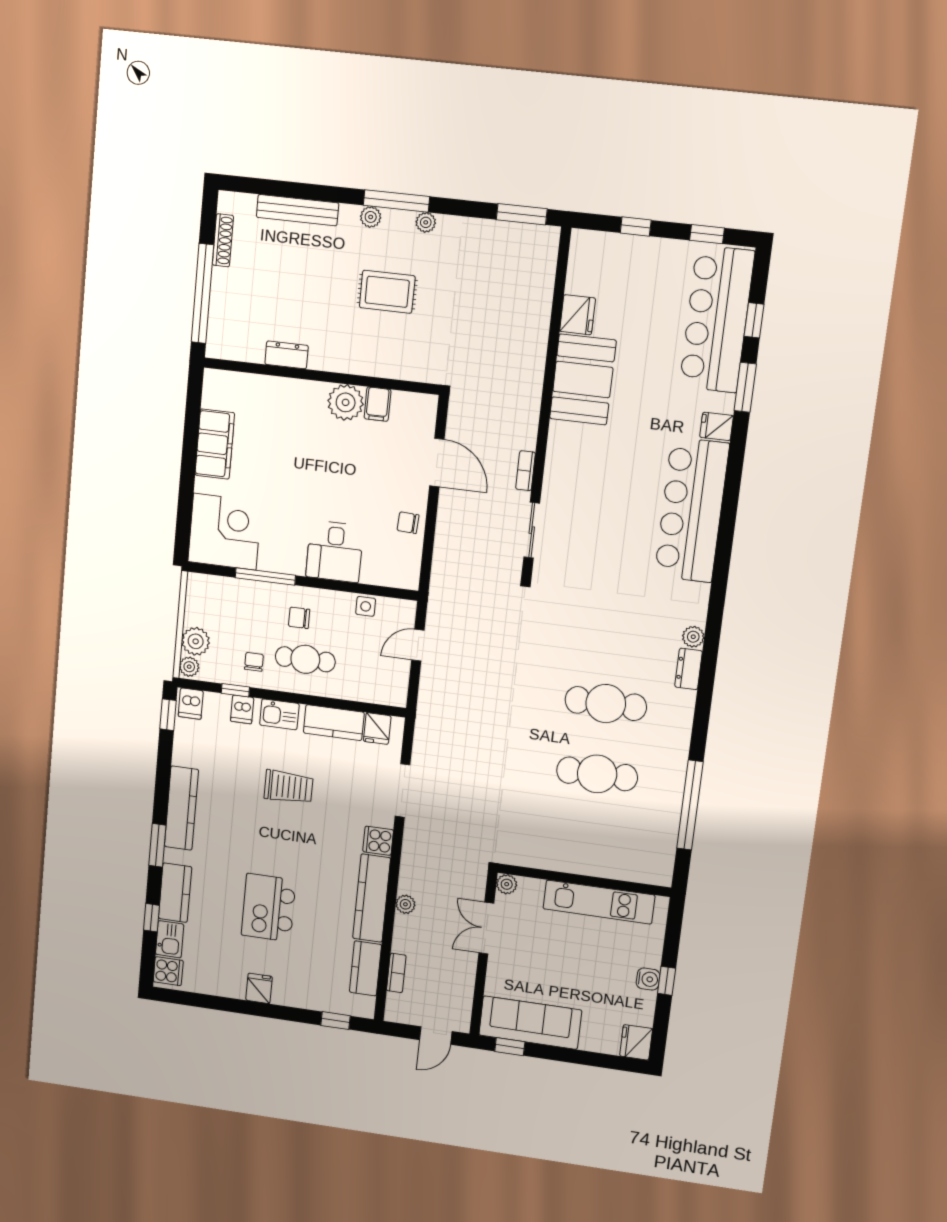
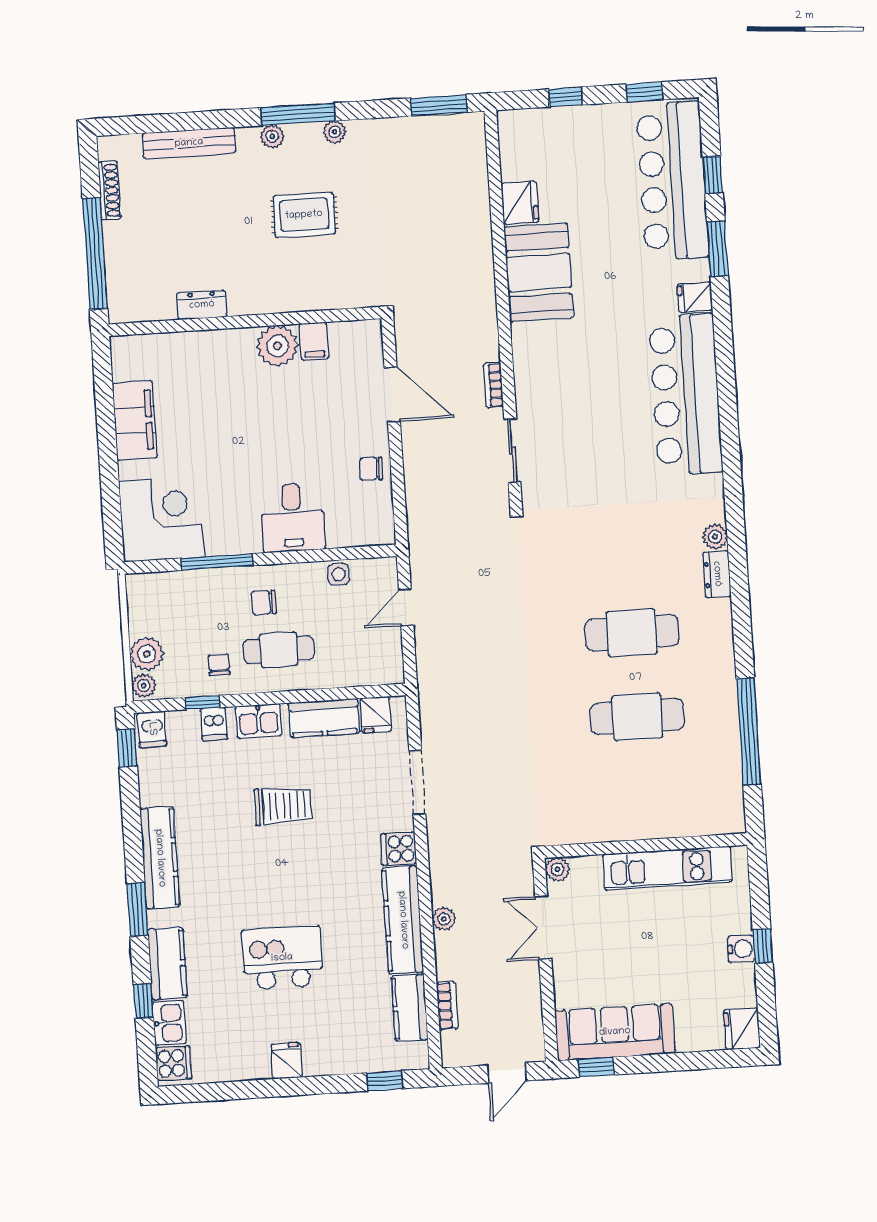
kitchen island: (269, 908) -> (282, 958), turned 90

